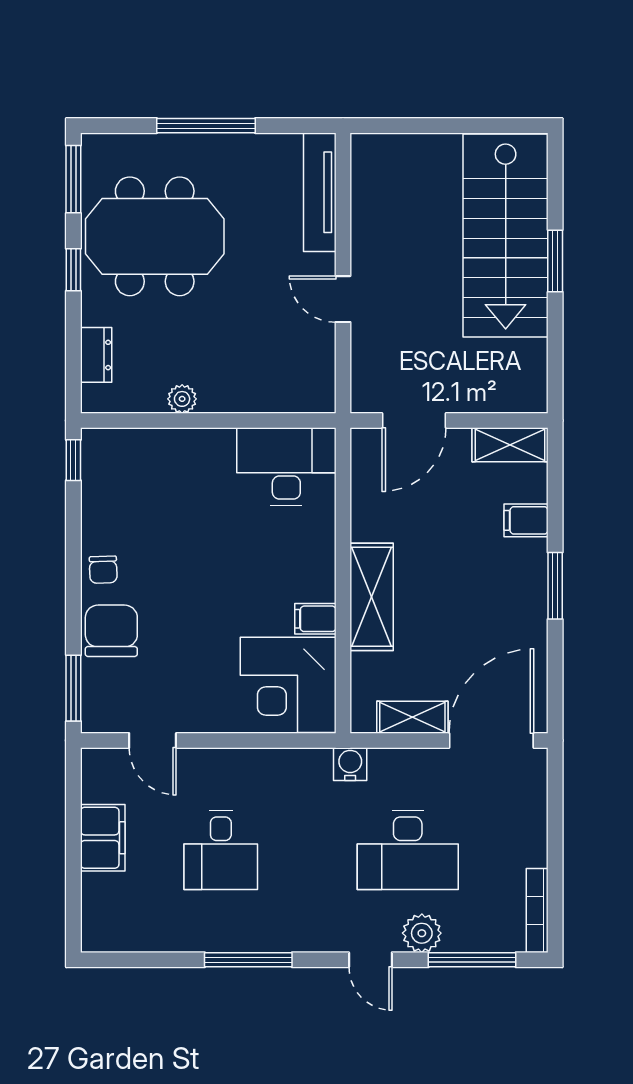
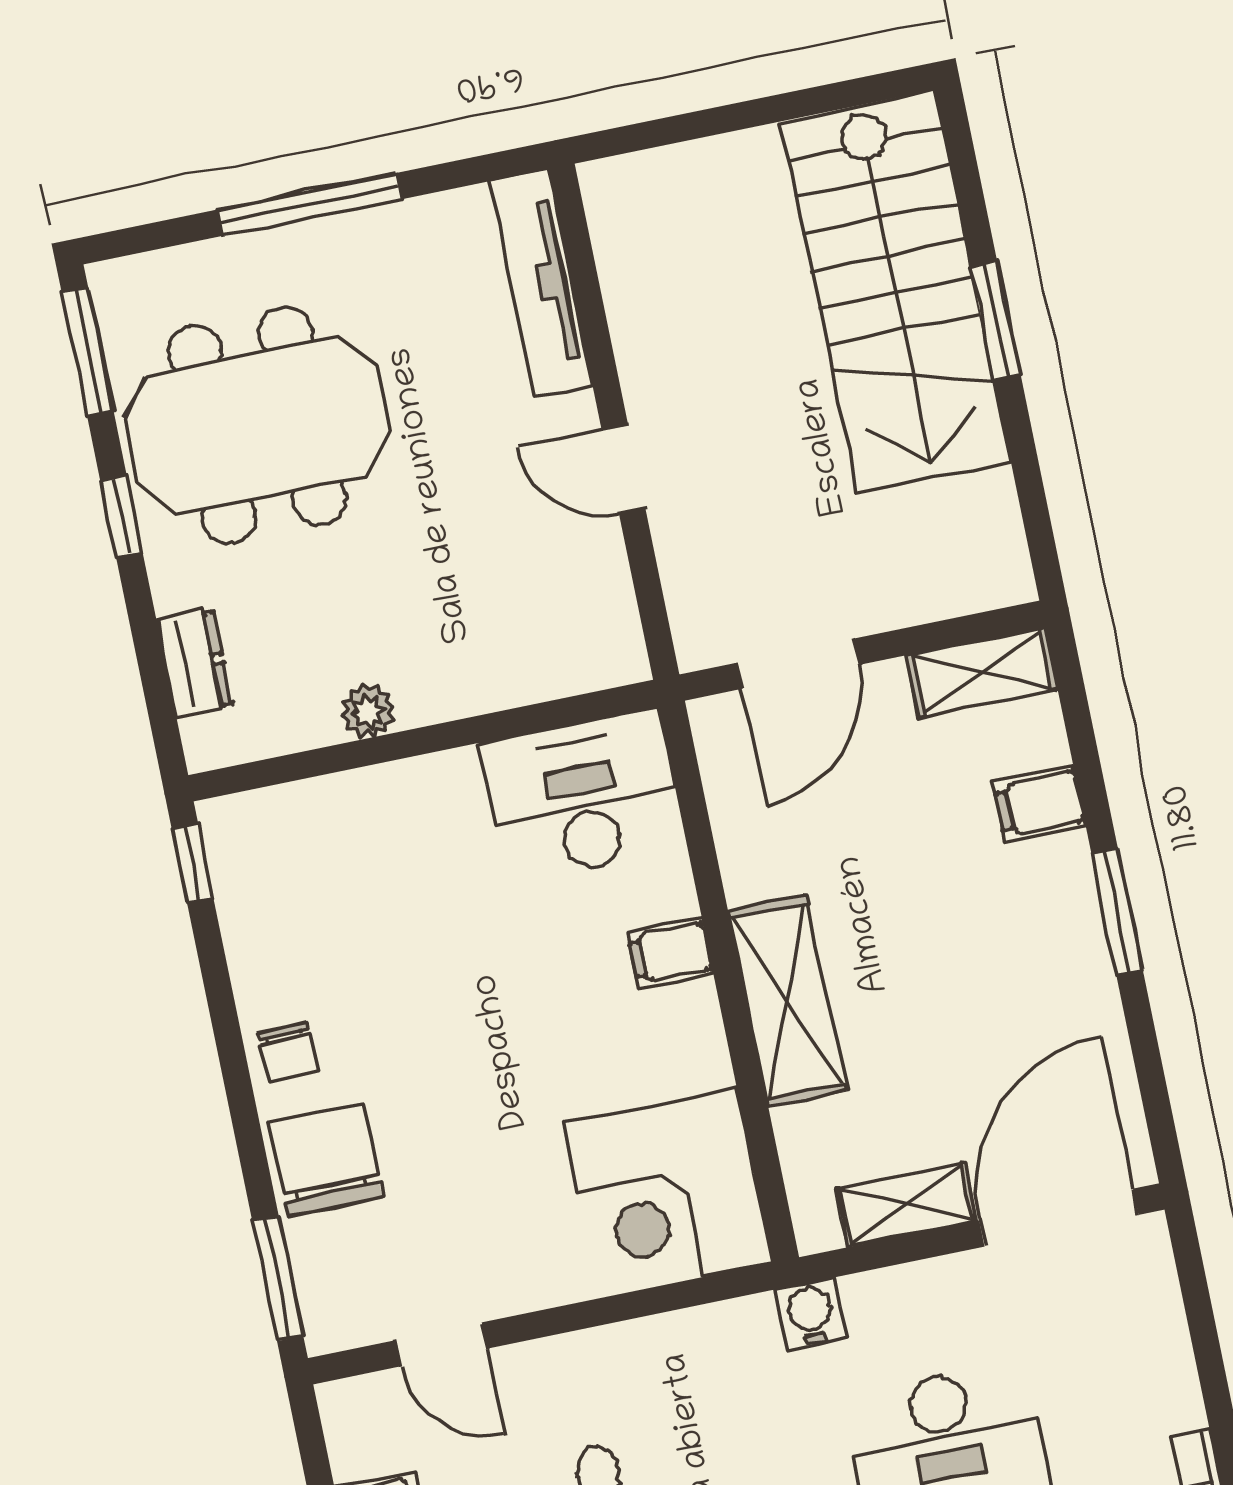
filing cabinet: (315, 619) -> (670, 953), moved

